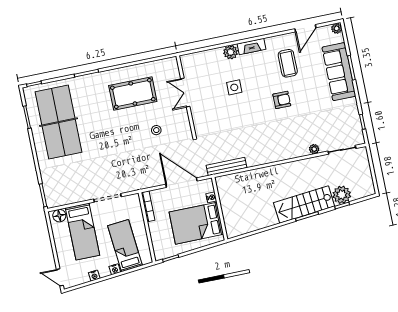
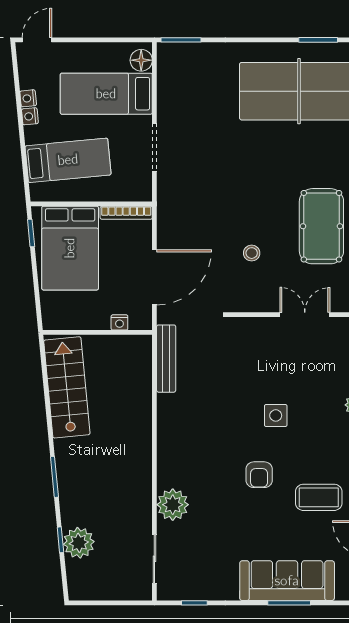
side table: (234, 87) -> (276, 415), moved
plant: (314, 149) -> (173, 505), width x1.87, depth x1.87
stairs: (304, 205) -> (67, 387), moved
bed: (196, 223) -> (70, 248), moved, turned 180
nightstand: (115, 269) -> (30, 116), moved

